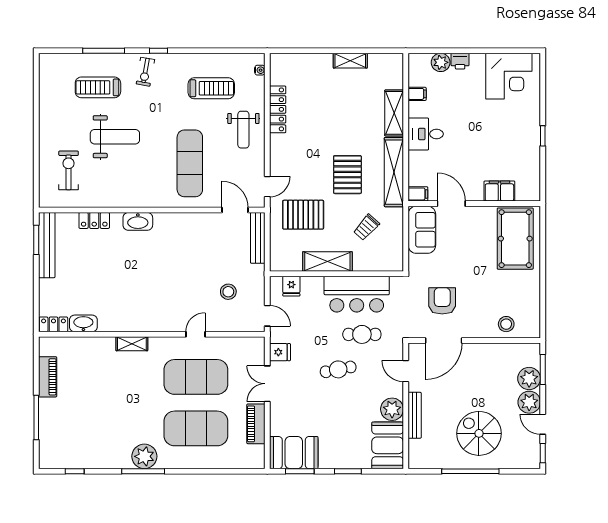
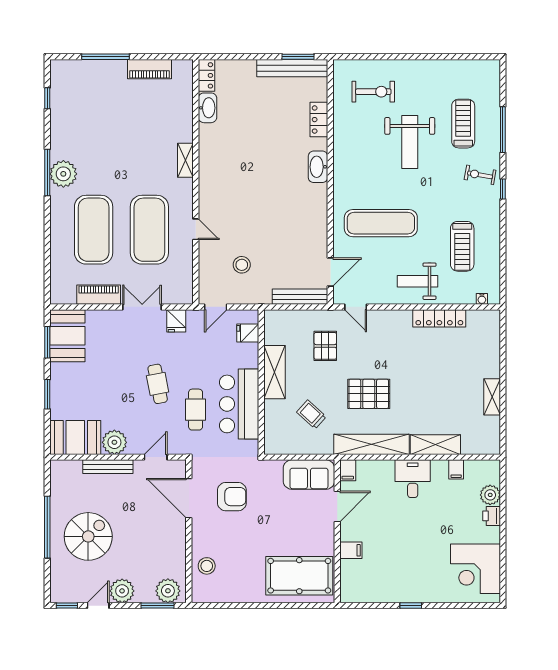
filing cabinet: (499, 191) -> (351, 550), width x0.50
pallet: (303, 215) -> (325, 346), width x0.67, depth x0.71
plant: (529, 379) -> (168, 591), moved

